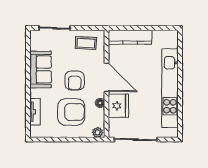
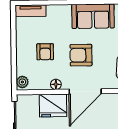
tv unit: (35, 112) -> (31, 11), moved
armchair: (71, 112) -> (45, 52), width x0.53, depth x0.53

